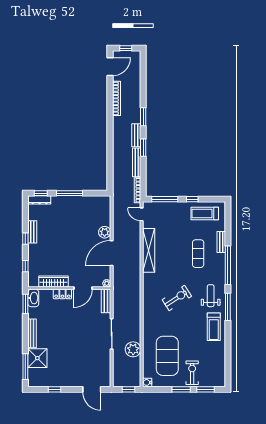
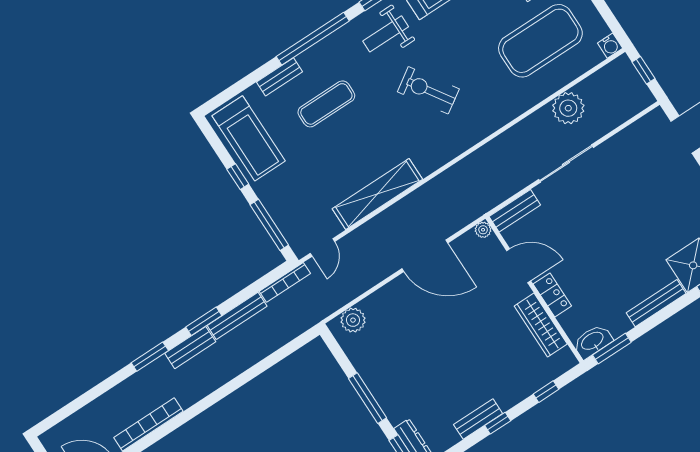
treadmill: (205, 213) -> (249, 138), width x1.37, depth x1.38
plant: (105, 232) -> (353, 320), moved

